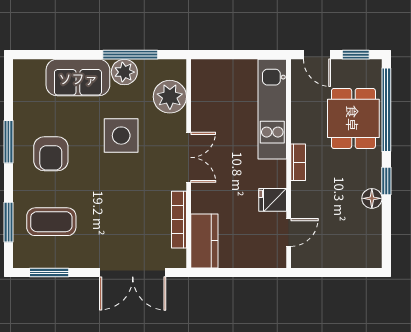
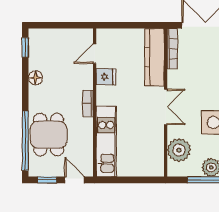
double door: (189, 157) -> (166, 107), swing flipped
window: (386, 181) -> (25, 47), moved
bookcase: (179, 220) -> (172, 49), moved
kitchen counter: (204, 241) -> (154, 57), width x1.50

